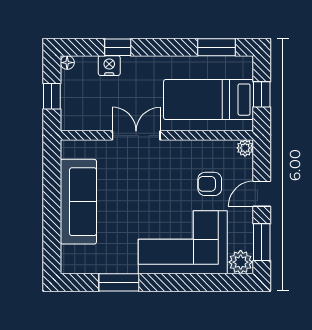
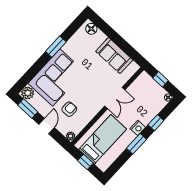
window: (217, 47) -> (136, 144), moved
nightstand: (109, 66) -> (138, 128), moved
sofa: (78, 202) -> (114, 56), width x0.73
floor lamp: (71, 256) -> (91, 29), added
window: (119, 282) -> (56, 47), moved

